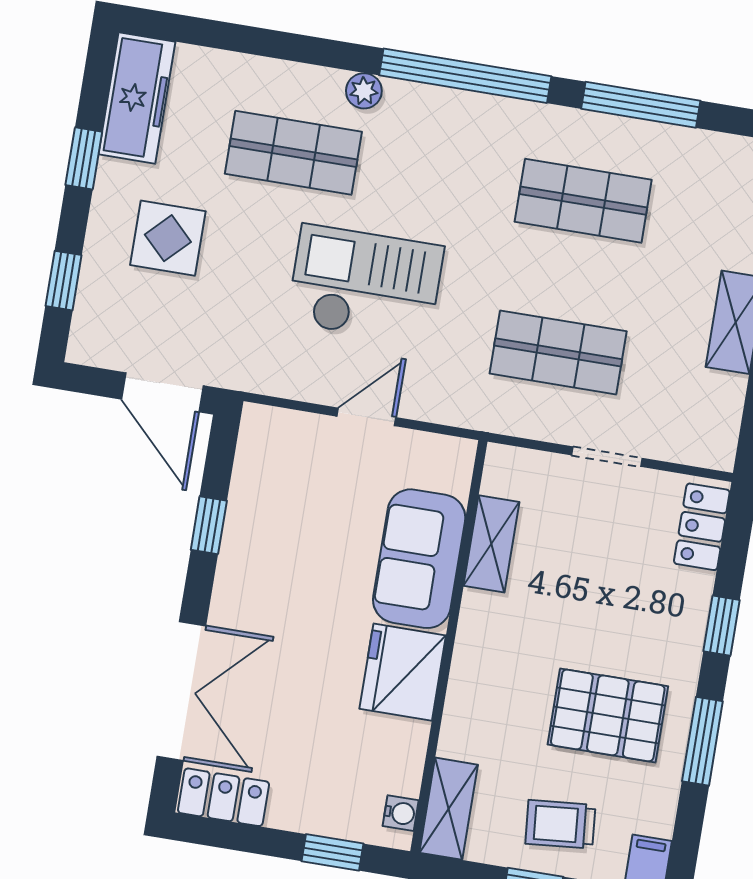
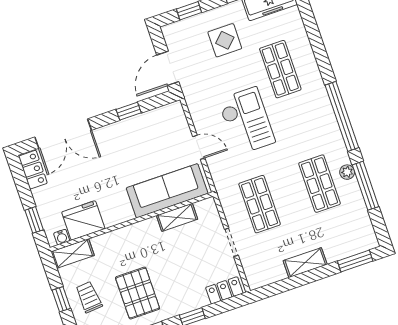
plant: (364, 91) -> (347, 172), moved
sofa: (419, 559) -> (167, 191), width x1.36
fridge: (403, 672) -> (83, 220), moved

